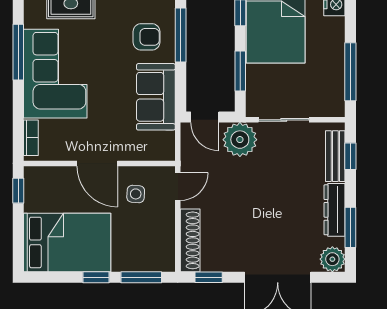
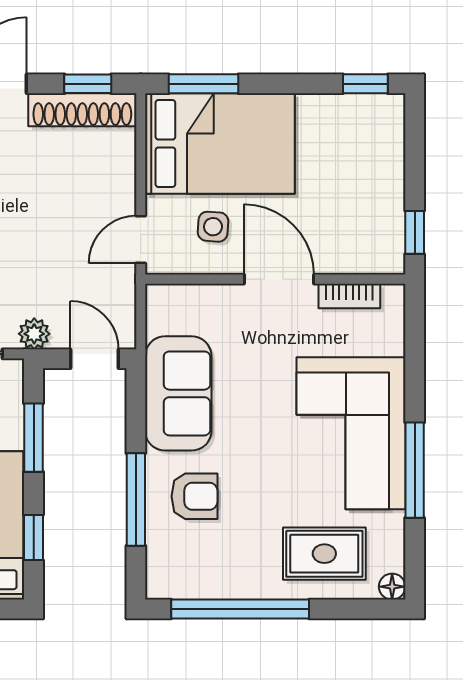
armchair: (146, 37) -> (194, 496), turned 180
bookcase: (31, 138) -> (349, 296), moved, turned -90
plant: (240, 140) -> (34, 334), width x0.53, depth x0.53
shoe rack: (190, 240) -> (82, 110), moved, turned -90
bed: (67, 242) -> (220, 143), moved, turned 180
window: (96, 277) -> (365, 84), moved

